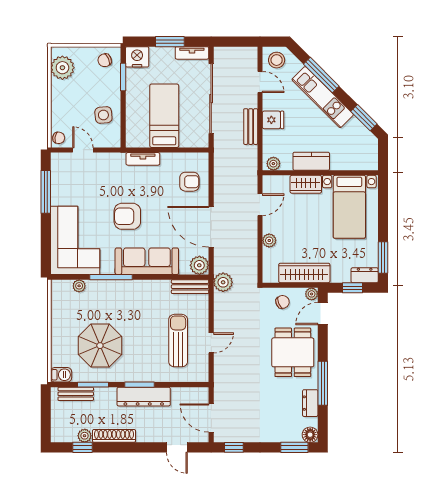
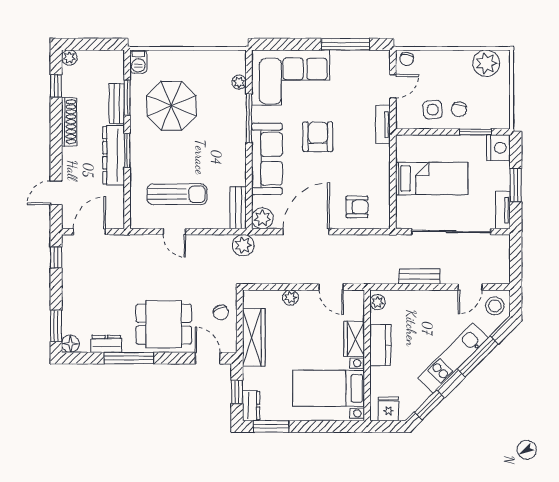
chair: (105, 60) -> (459, 109), moved, turned -150
fridge: (273, 120) -> (389, 409), moved, turned 180
tv unit: (143, 159) -> (383, 125), moved
armchair: (189, 182) -> (357, 207), turned -90
plant: (312, 294) -> (230, 345), removed
bench: (76, 394) -> (117, 104), moved
plant: (85, 436) -> (69, 57), moved

